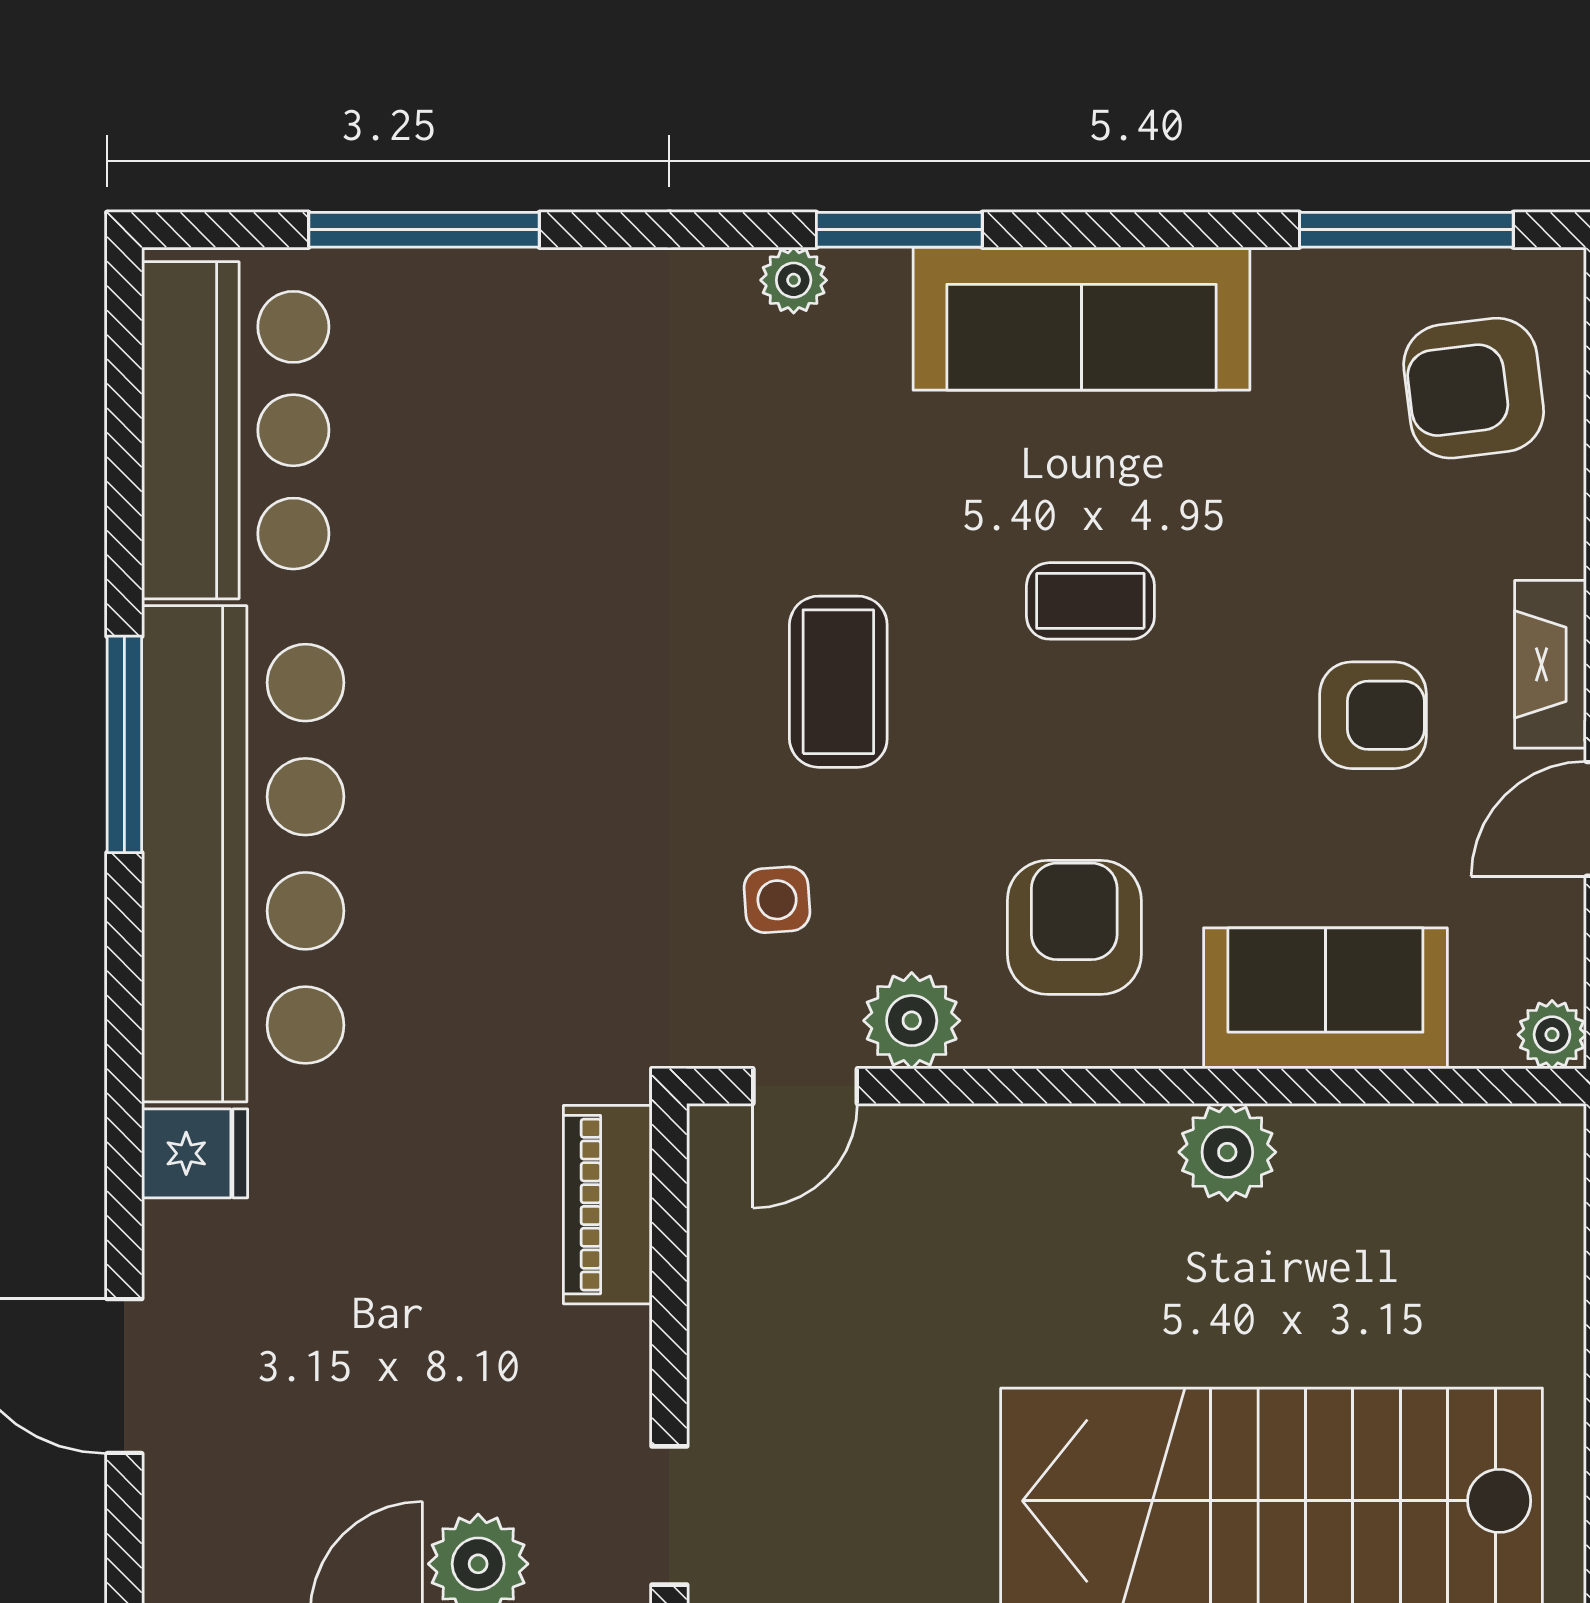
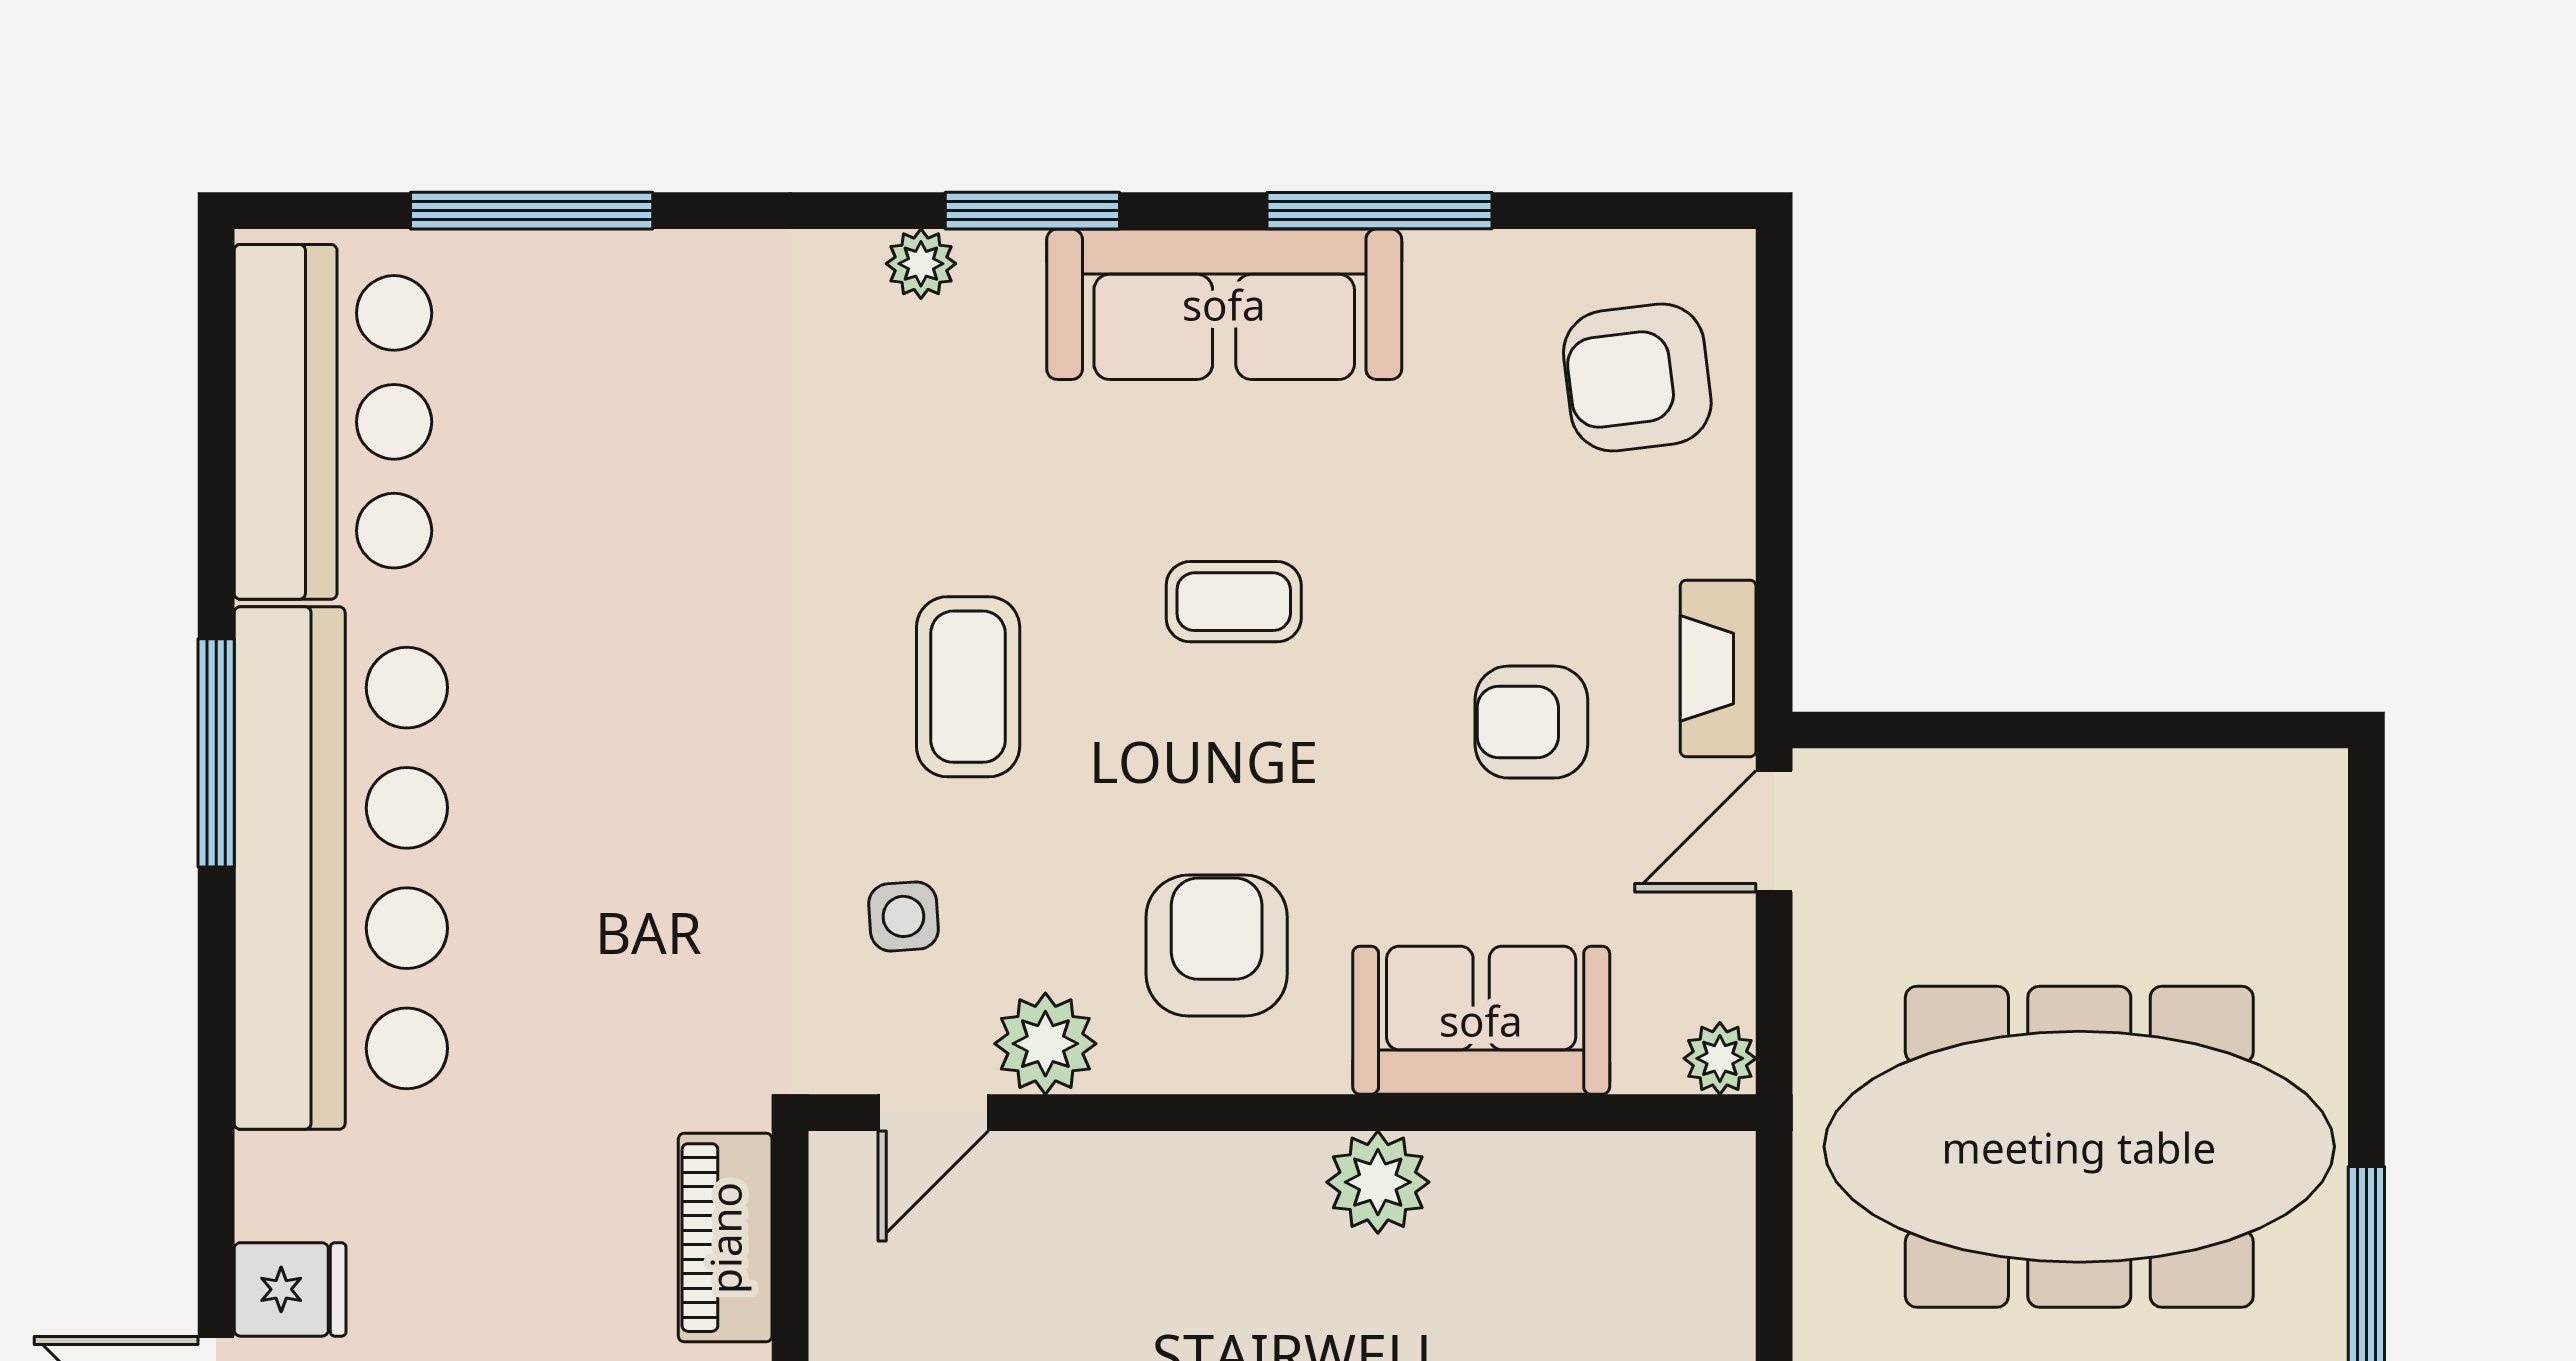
window: (1406, 230) -> (1380, 211), moved
armchair: (1373, 715) -> (1531, 722), turned 180
fridge: (195, 1153) -> (290, 1289), moved

